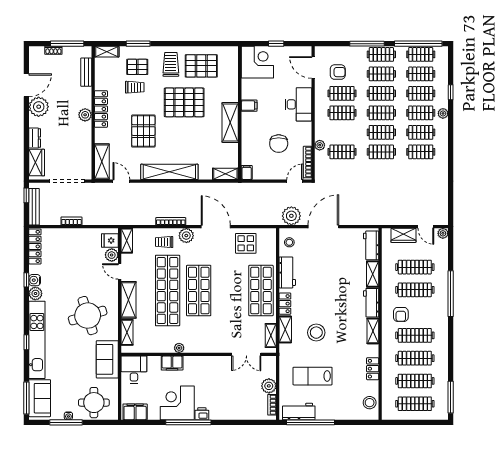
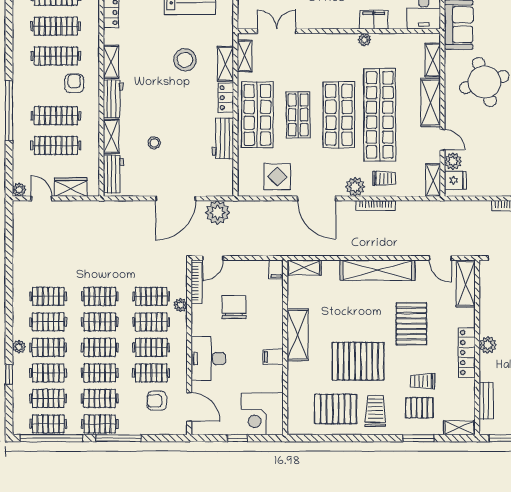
trolley: (171, 64) -> (375, 411), turned 180
clothes rail: (342, 132) -> (151, 322), added
stool: (289, 242) -> (154, 143), moved
shop shelf: (230, 291) -> (298, 115), added

